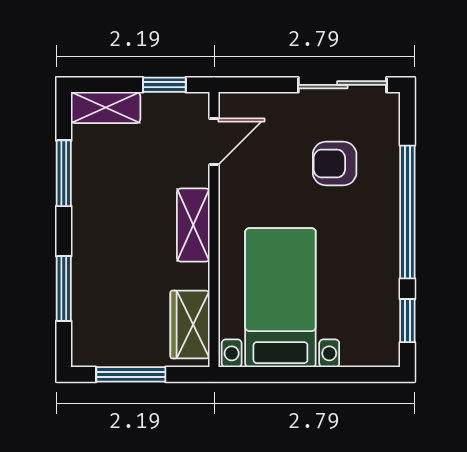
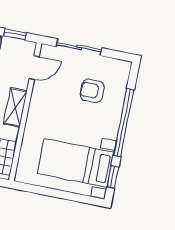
sliding door: (342, 85) -> (79, 47), moved
bed with nightstands: (280, 298) -> (76, 163), moved, turned -90

